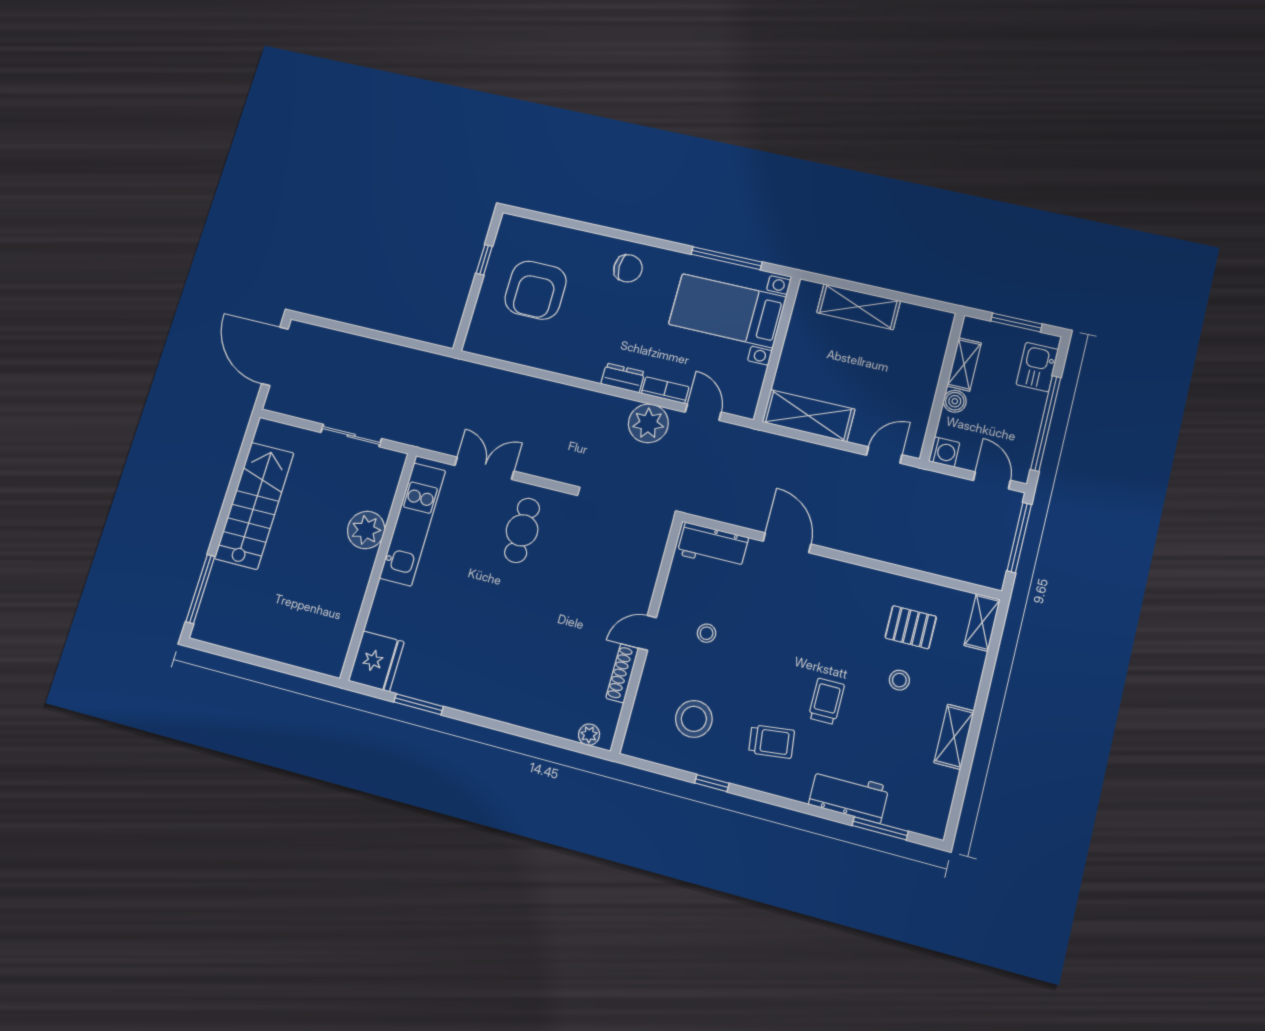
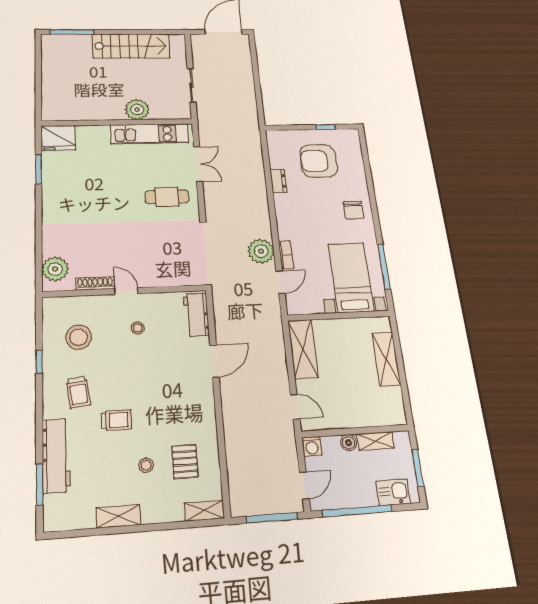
dresser: (623, 378) -> (278, 181), moved
plant: (589, 735) -> (55, 269), width x1.88, depth x1.88
workbench: (849, 796) -> (56, 456), width x1.38

